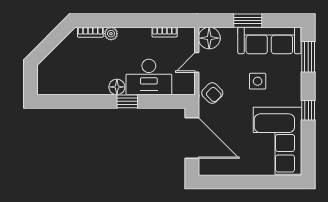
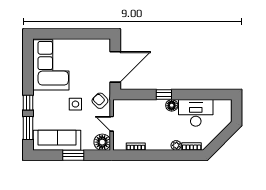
door: (197, 62) -> (112, 124), swing flipped
desk: (149, 77) -> (196, 113), moved
side table: (258, 81) -> (75, 104), moved
window: (308, 110) -> (28, 103), moved
door: (192, 138) -> (115, 67), swing flipped

